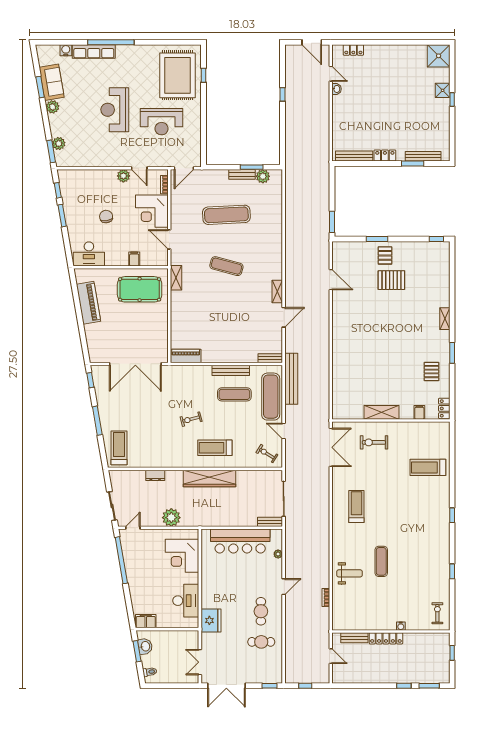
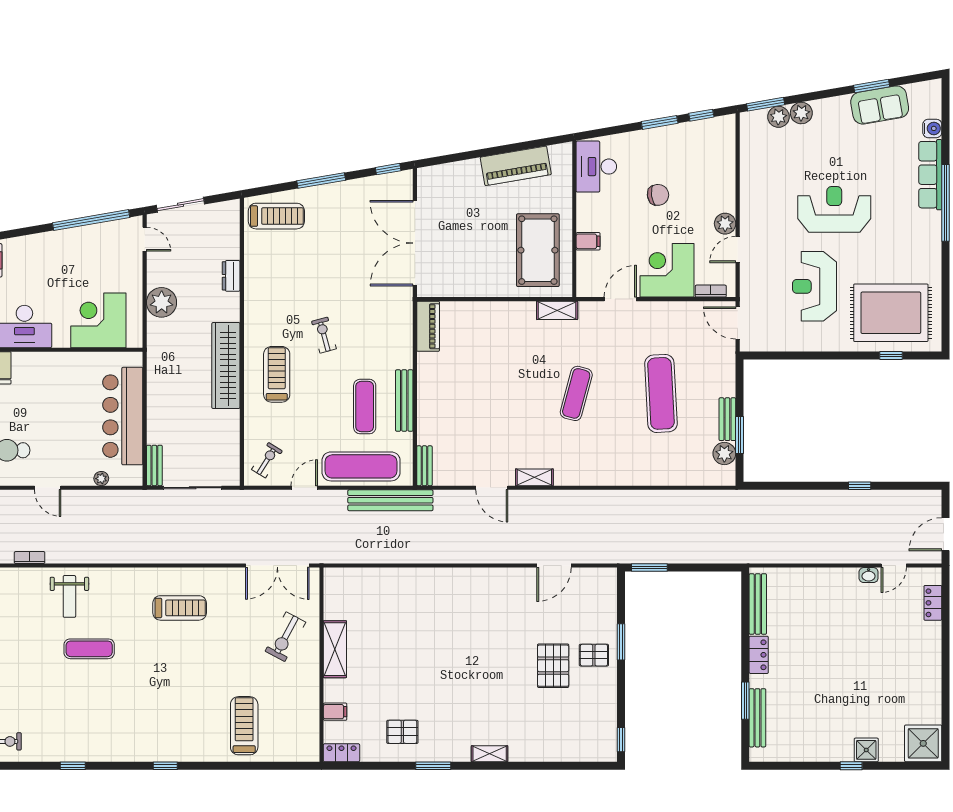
plant: (53, 107) -> (801, 113), moved
exercise bike: (374, 442) -> (285, 637), turned -152

